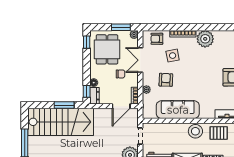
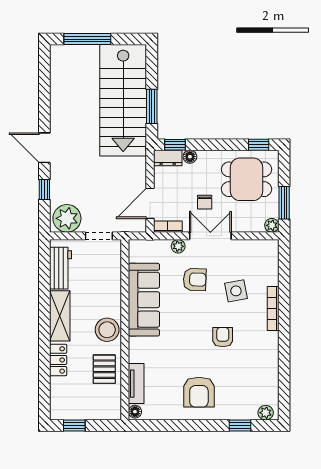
armchair: (157, 39) -> (223, 337), moved
plant: (205, 39) -> (264, 346), removed
double door: (140, 60) -> (210, 236), moved
door: (121, 106) -> (150, 203), hinge flipped

